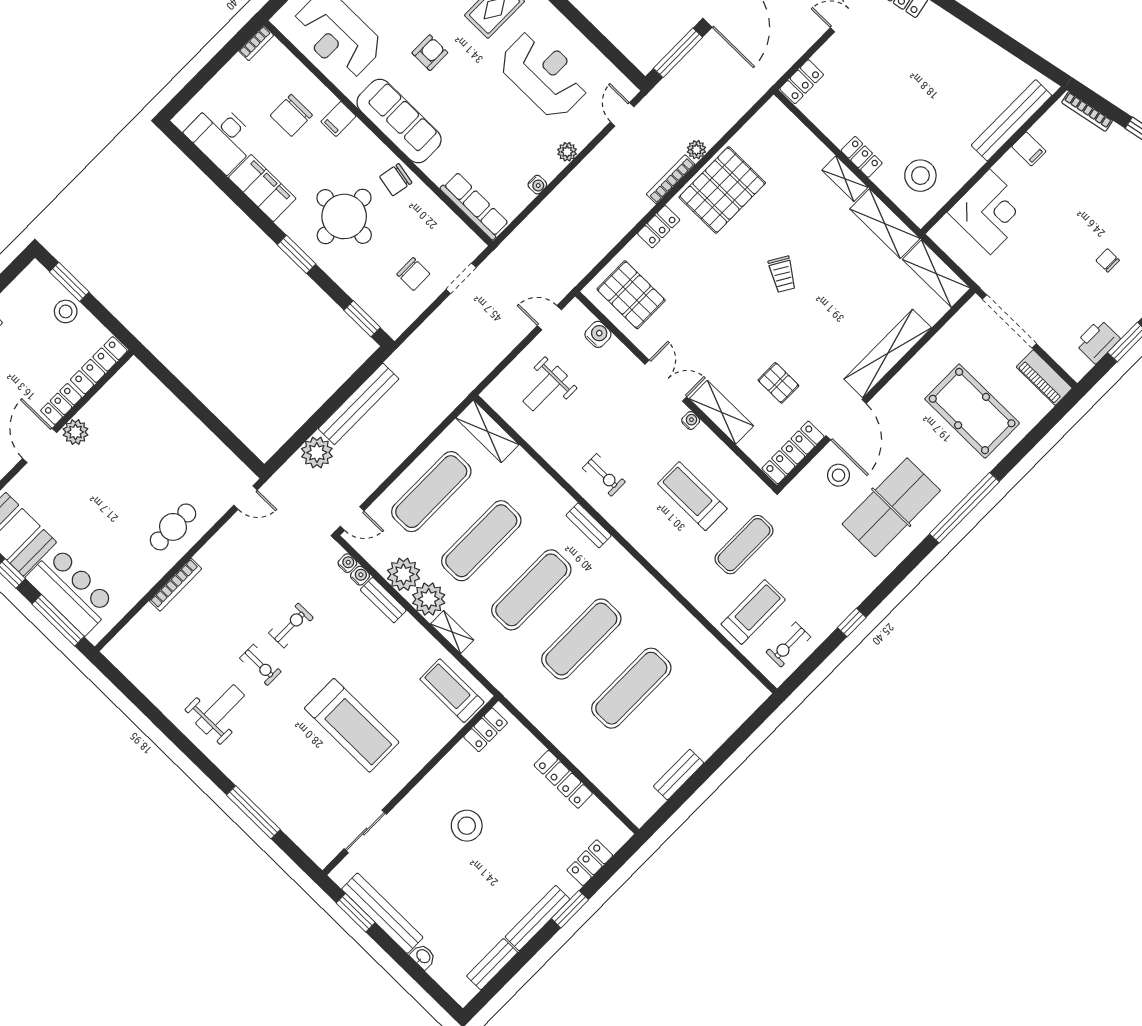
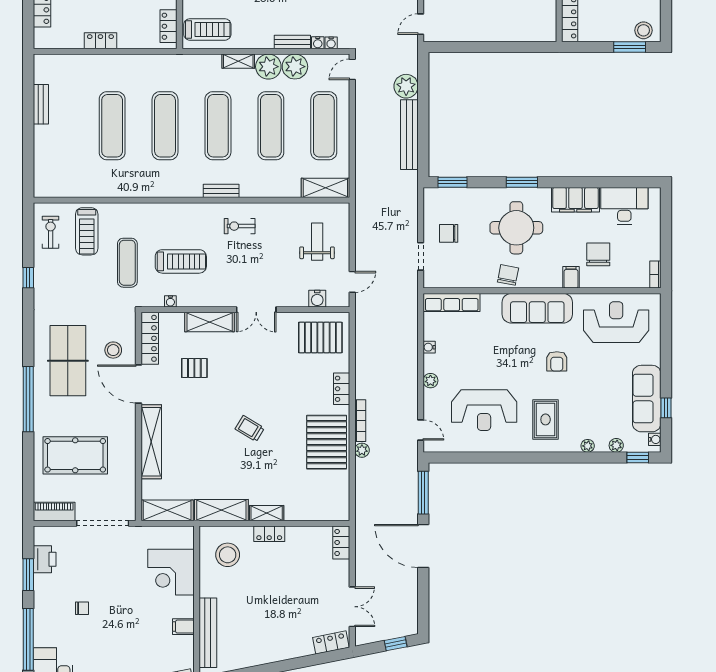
stool: (66, 311) -> (644, 30), moved
water cooler: (691, 421) -> (170, 301), moved
locker: (563, 779) -> (100, 41), width x0.66

